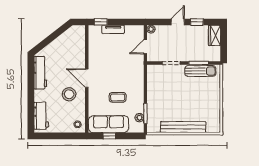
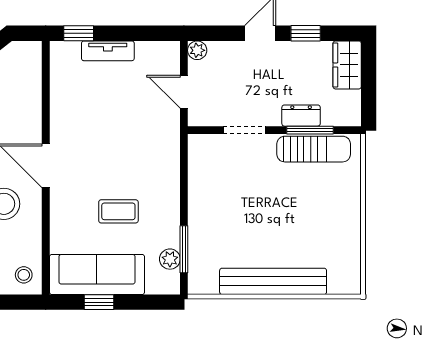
door: (145, 47) -> (184, 92), hinge flipped
dresser: (195, 57) -> (301, 116), added

